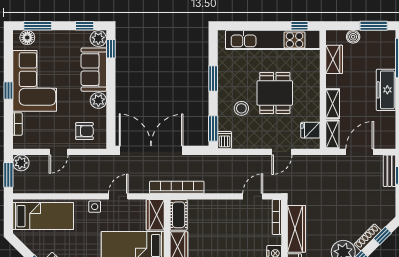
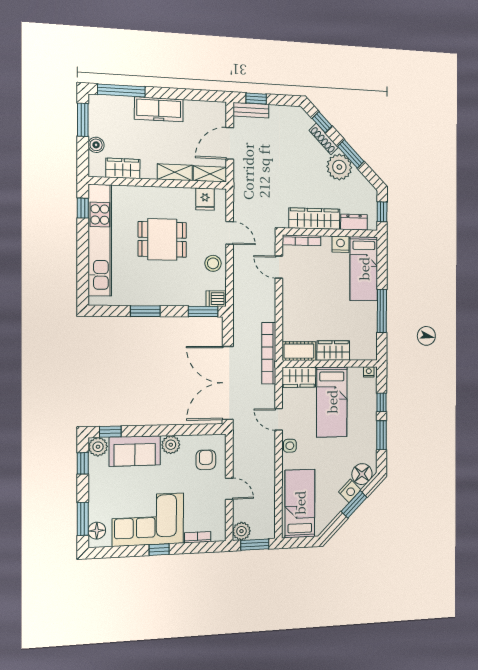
stool: (241, 108) -> (213, 263), moved
door: (360, 152) -> (230, 143), hinge flipped

